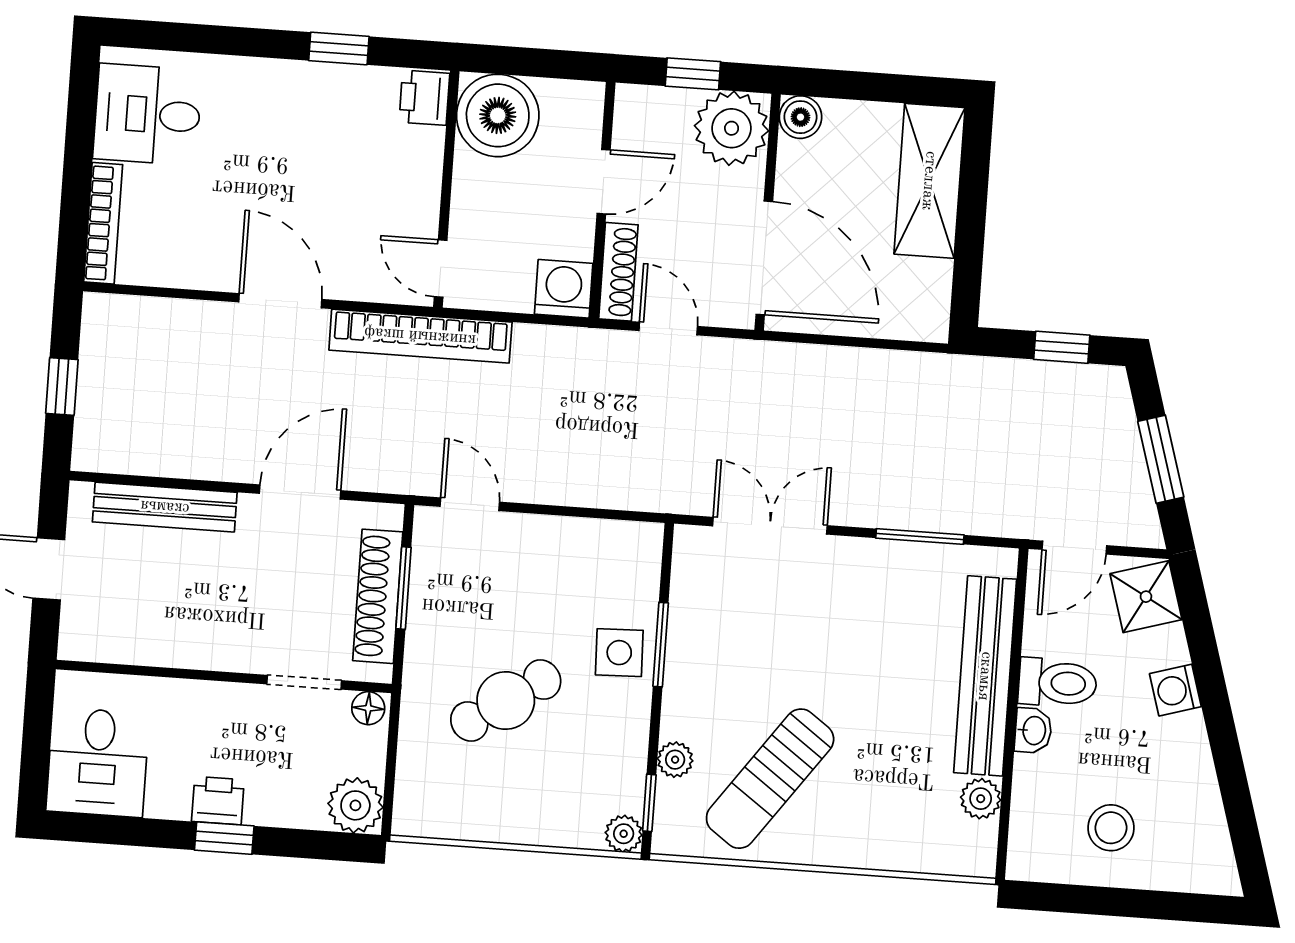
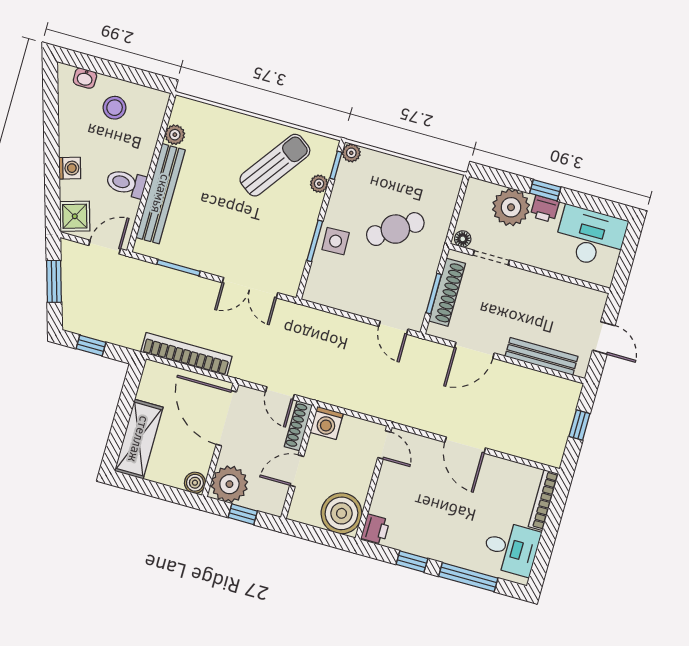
window: (221, 40) -> (468, 577), added
bookcase: (420, 336) -> (186, 354), moved
washbasin: (1033, 730) -> (85, 78), moved, turned -90
desk: (98, 762) -> (590, 237), width x1.37
plant: (355, 805) -> (511, 207), moved, width x1.36, depth x1.36

